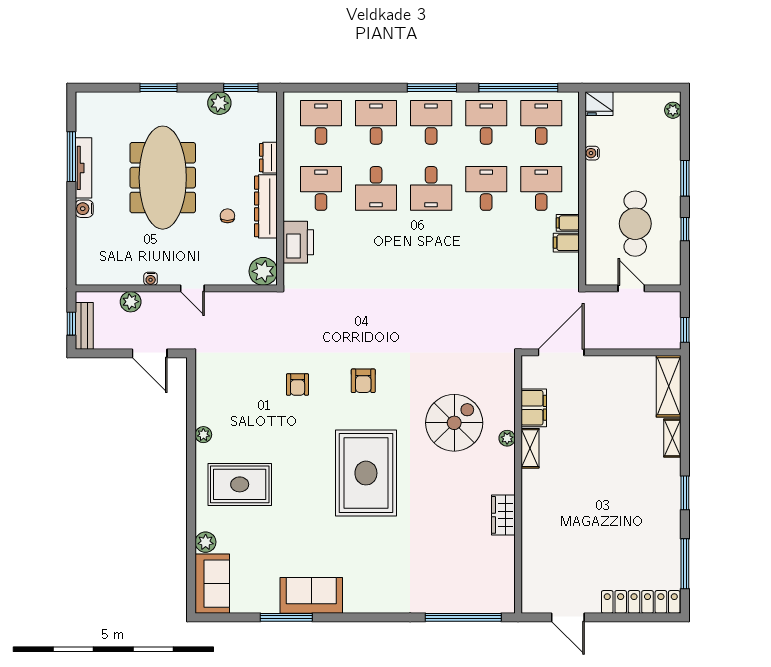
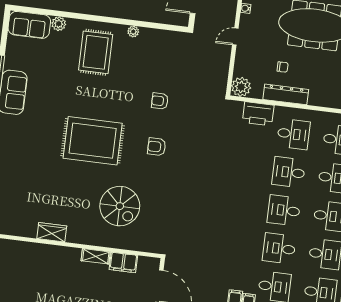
dresser: (268, 158) -> (319, 100), removed
desk: (486, 188) -> (279, 248), turned 180
plant: (507, 438) -> (105, 241), removed

